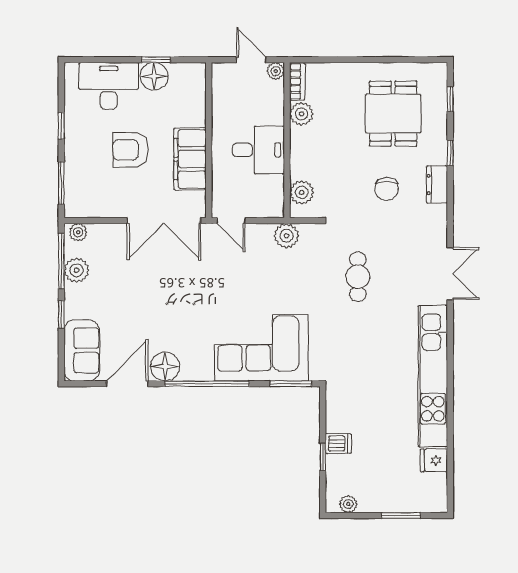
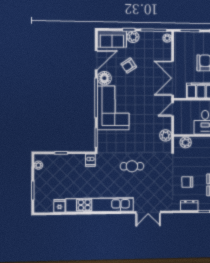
plant: (77, 270) -> (133, 37), moved
cafe table: (358, 277) -> (132, 166), moved
armchair: (138, 315) -> (129, 66), added
corner sofa: (261, 348) -> (113, 108), moved
door: (127, 384) -> (96, 60), hinge flipped
dishwasher: (338, 444) -> (90, 160), moved

